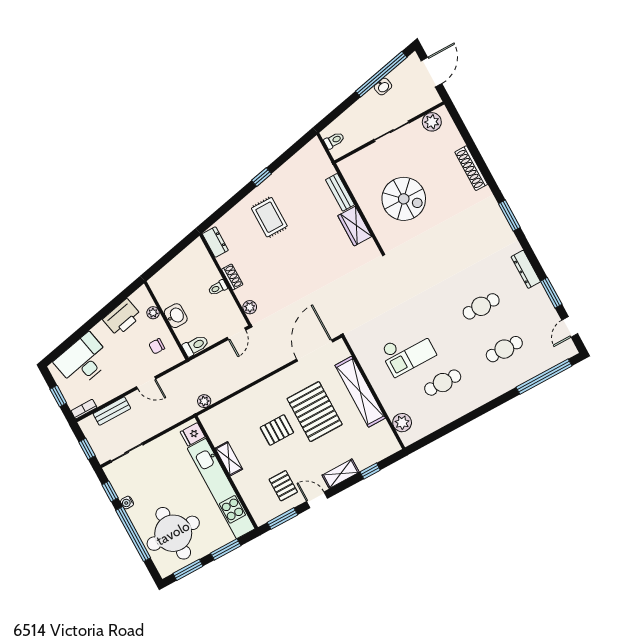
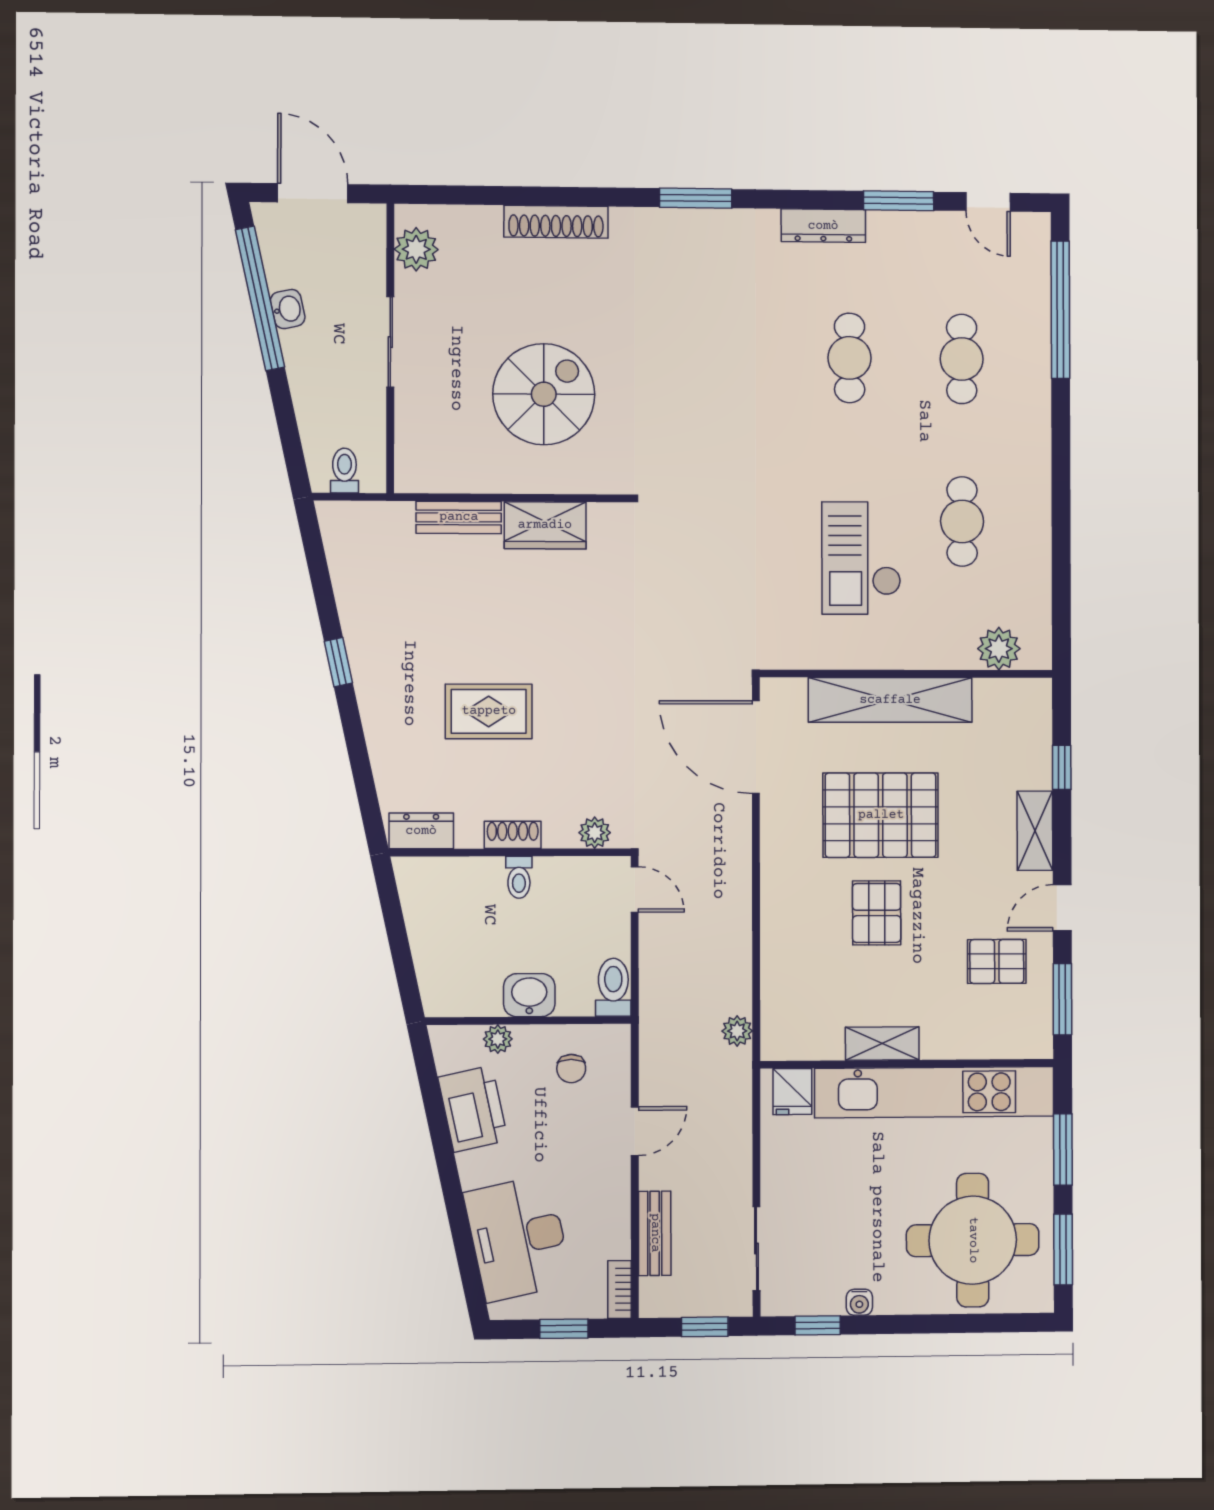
rug: (269, 217) -> (489, 711), moved
checkout: (408, 352) -> (861, 558), turned 180
window: (133, 534) -> (930, 1324), removed

